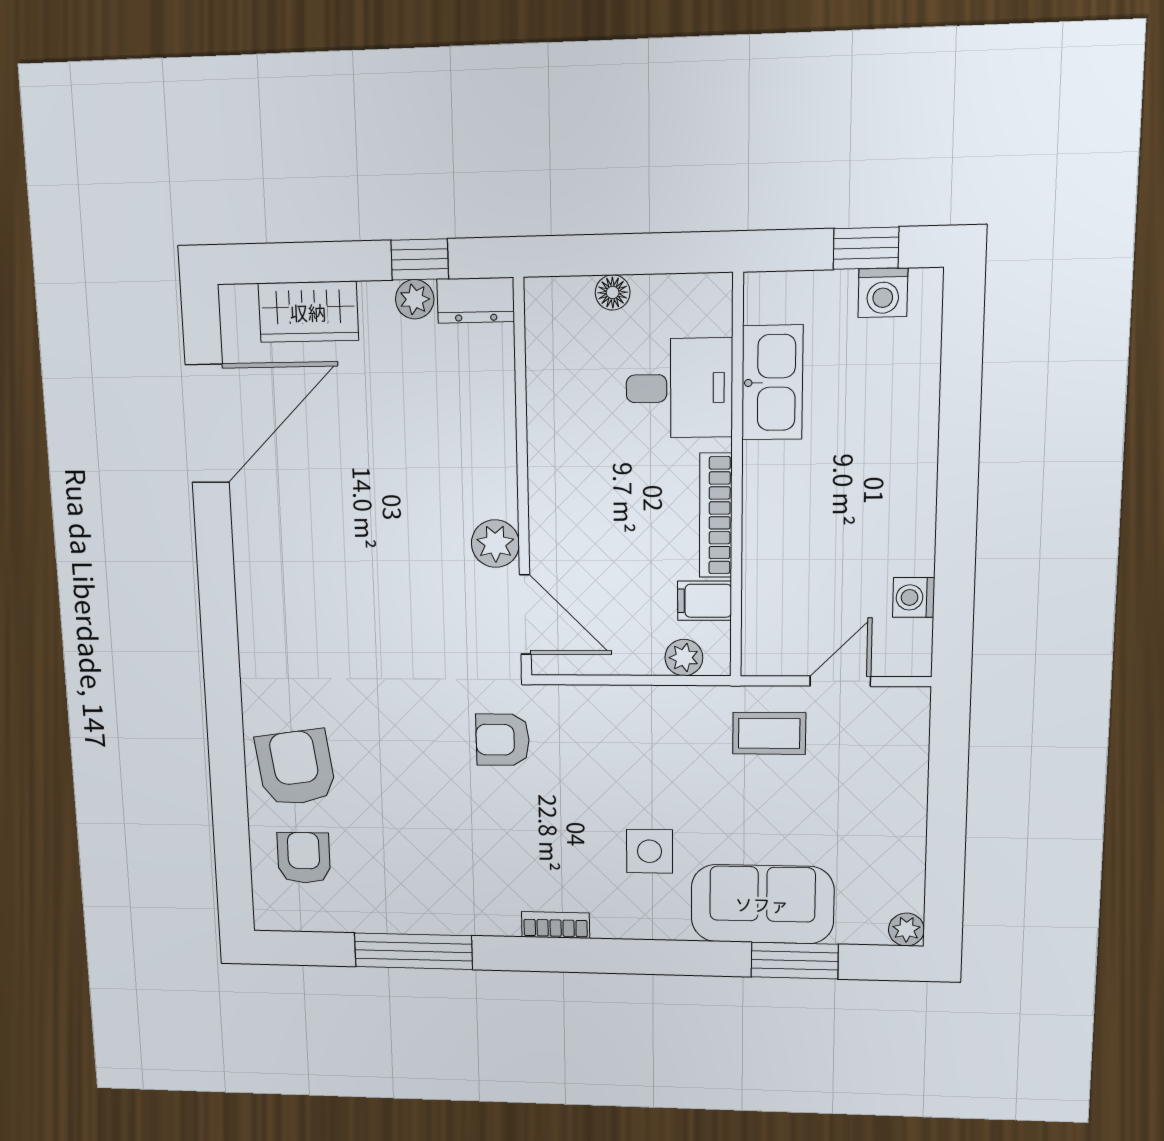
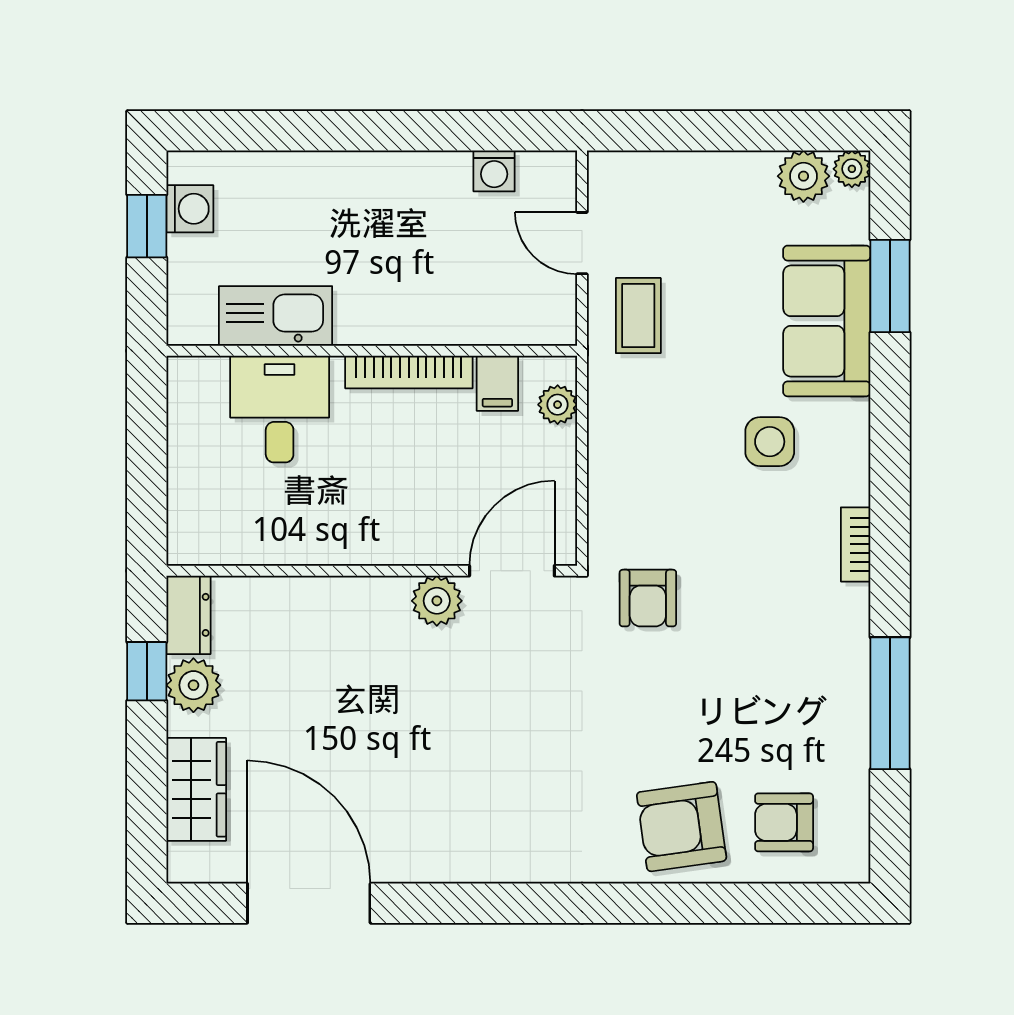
floor lamp: (613, 292) -> (184, 476), removed
plant: (415, 299) -> (193, 685), width x1.38, depth x1.38
plant: (901, 886) -> (803, 176), added

